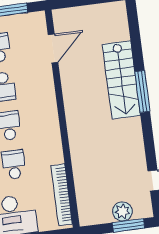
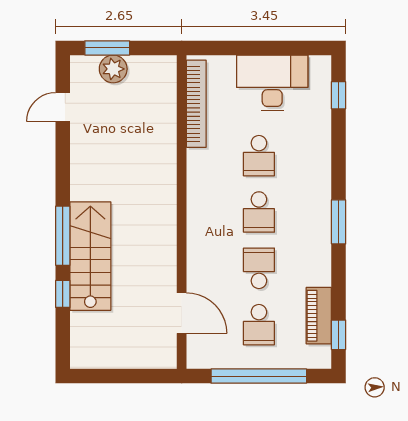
door: (53, 49) -> (182, 313), swing flipped
window: (137, 51) -> (63, 294), added

